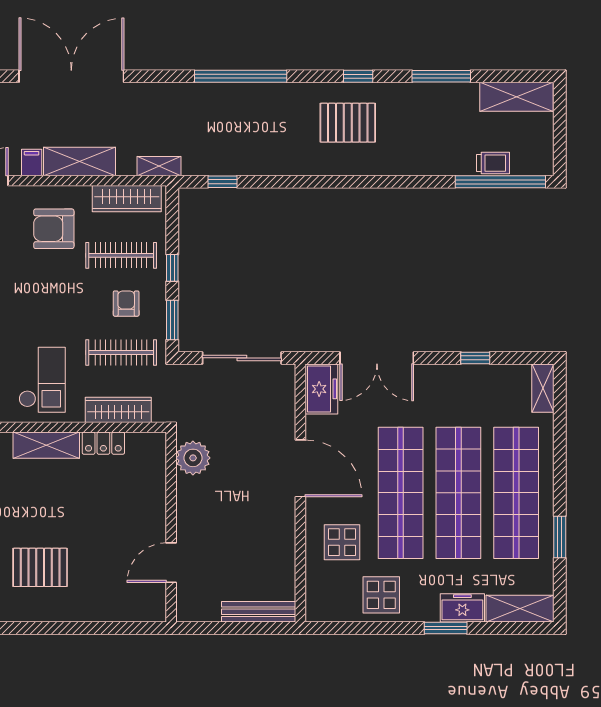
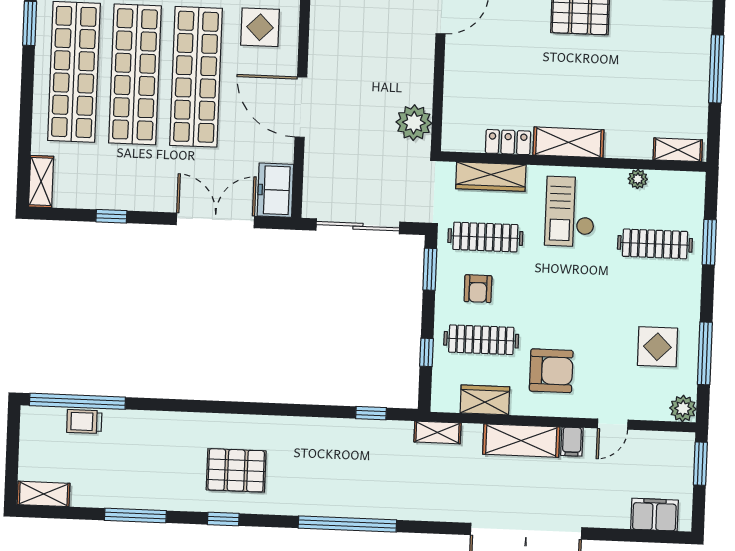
shelving: (516, 97) -> (44, 494), width x0.67, depth x0.75
wardrobe: (127, 199) -> (485, 400), width x0.67
window: (172, 268) -> (426, 352), moved

